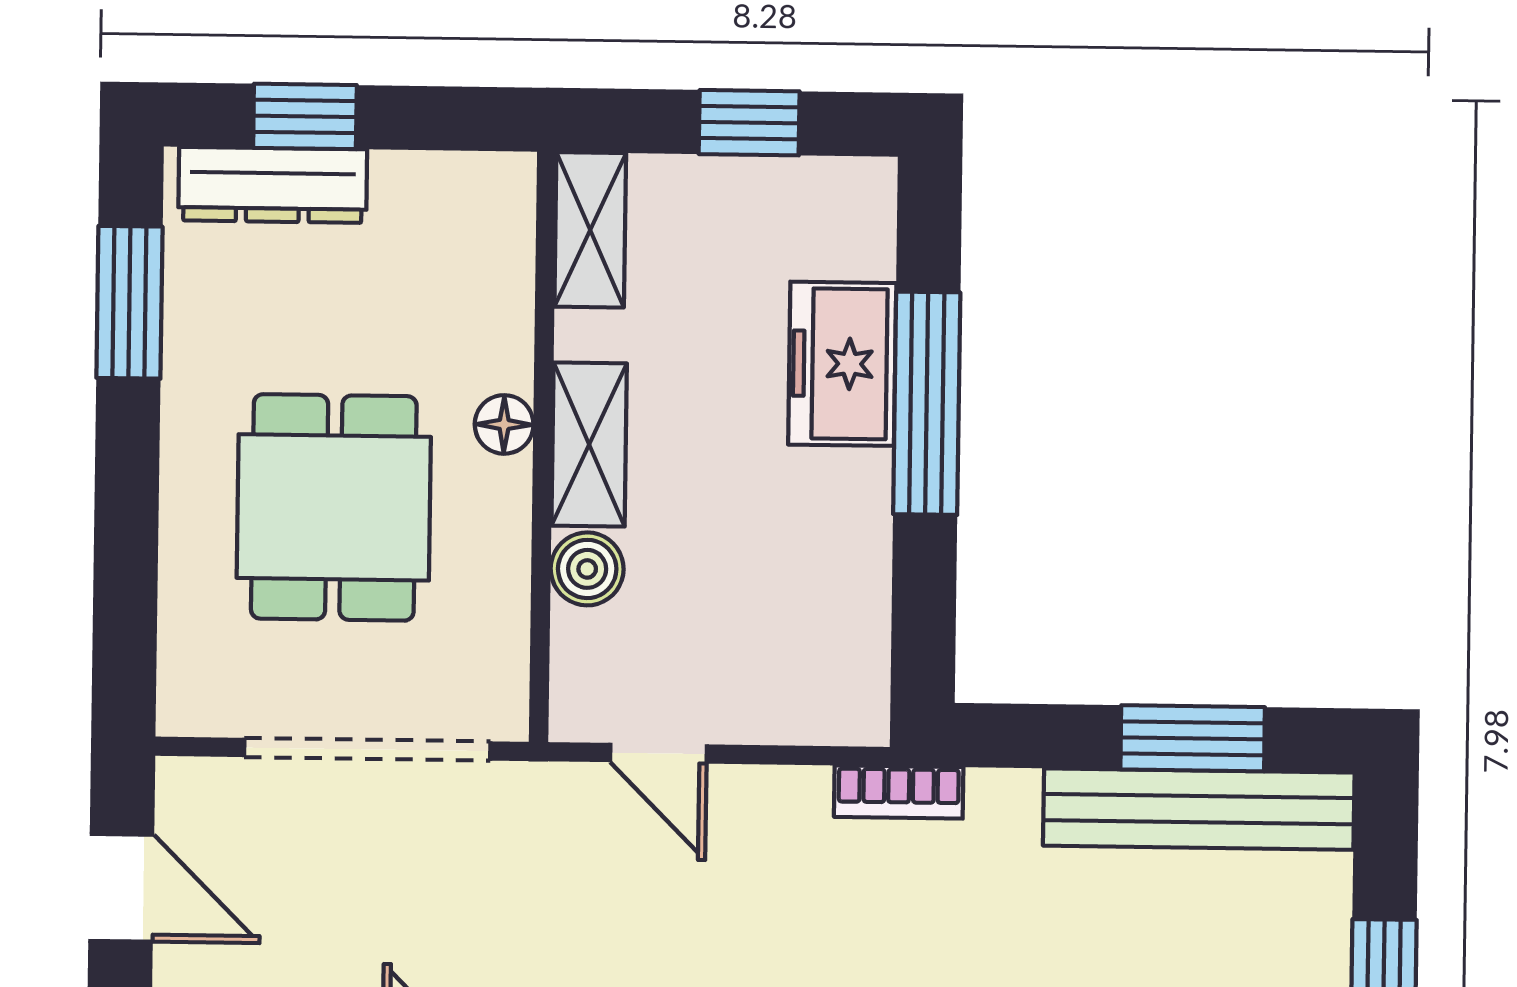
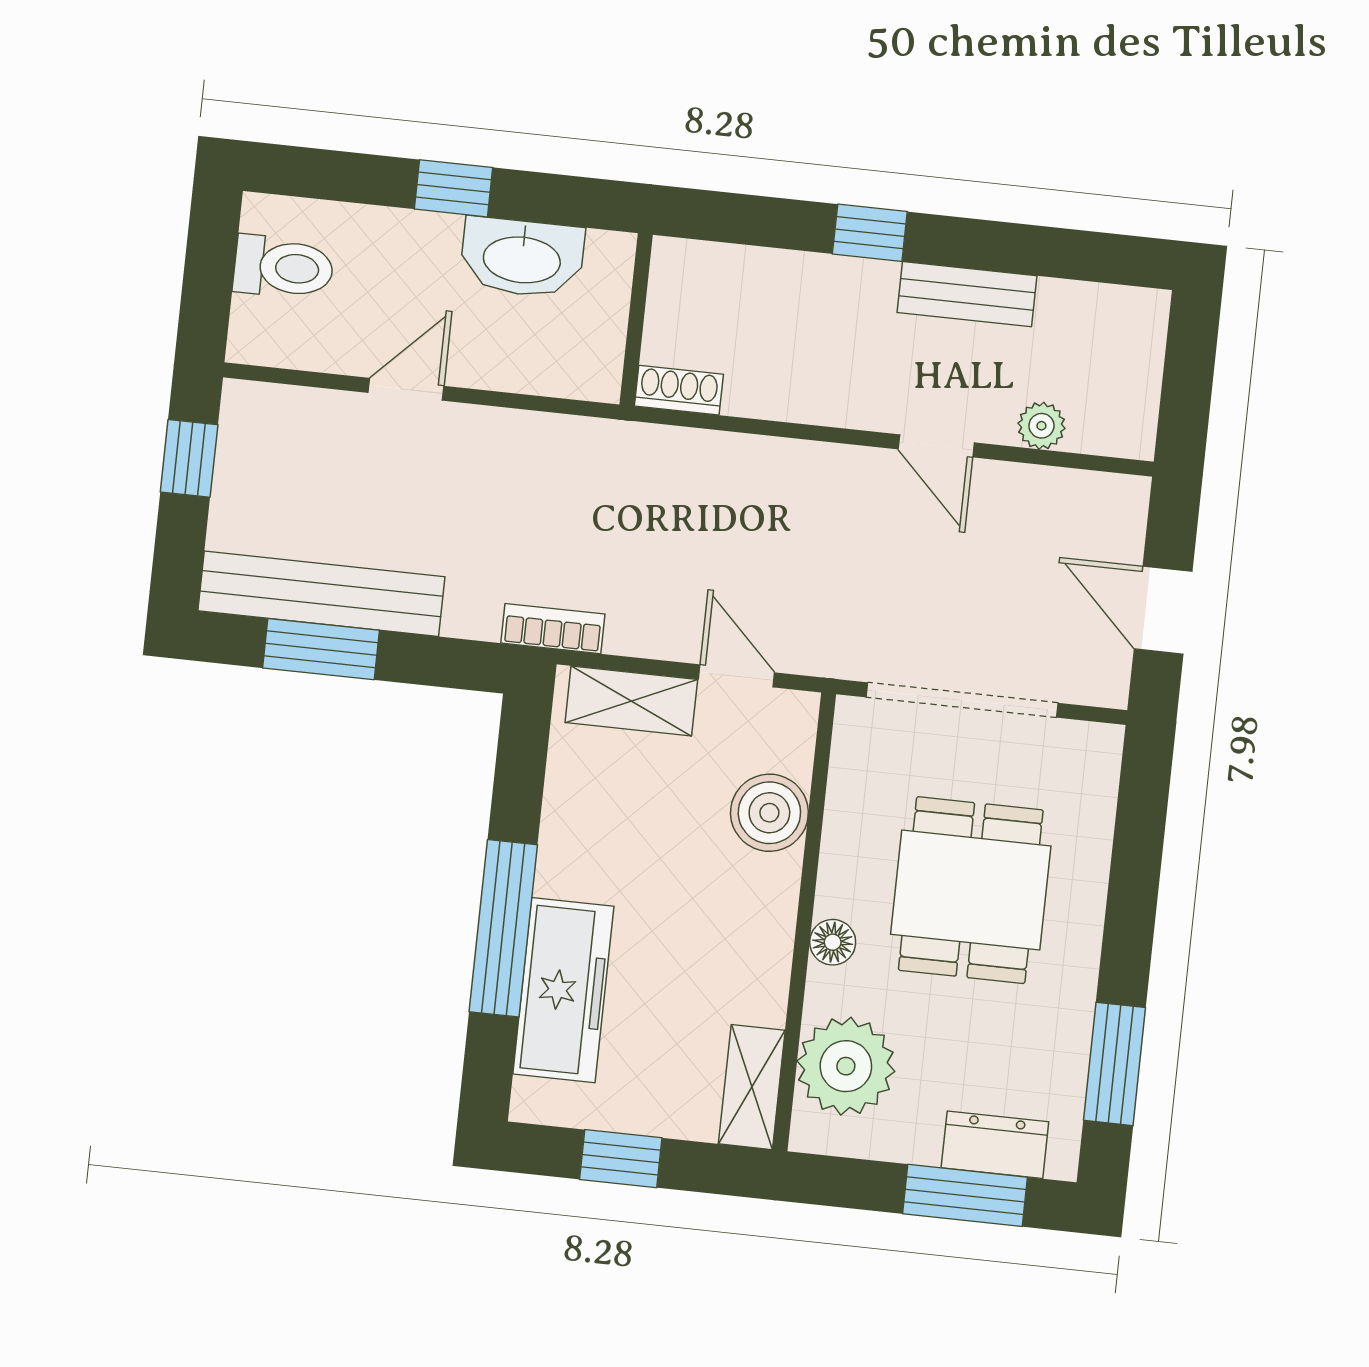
window: (305, 116) -> (965, 1195), width x1.50
dresser: (273, 185) -> (995, 1145), width x0.70
plant: (472, 268) -> (846, 1066), added
freezer: (842, 364) -> (563, 990), width x1.40
shelving: (589, 445) -> (631, 701), moved, turned 90
boiler: (587, 569) -> (769, 813), width x1.36, depth x1.36

